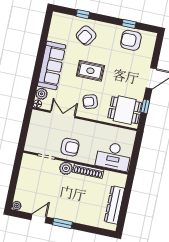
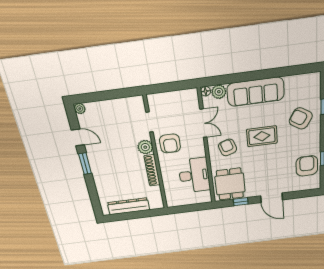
rug: (90, 71) -> (262, 136), turned 90
desk: (113, 156) -> (194, 175), moved, turned 180

